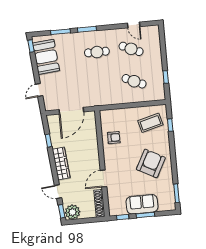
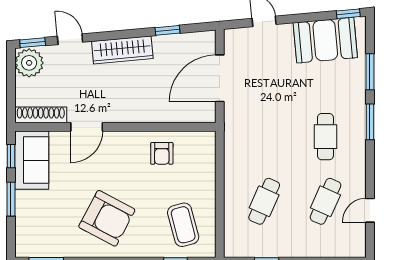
door: (71, 111) -> (220, 78), hinge flipped
door: (103, 179) -> (87, 127), swing flipped
door: (58, 192) -> (70, 39), hinge flipped
sofa: (142, 204) -> (32, 160), moved

